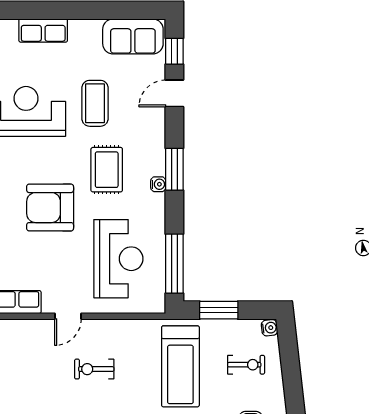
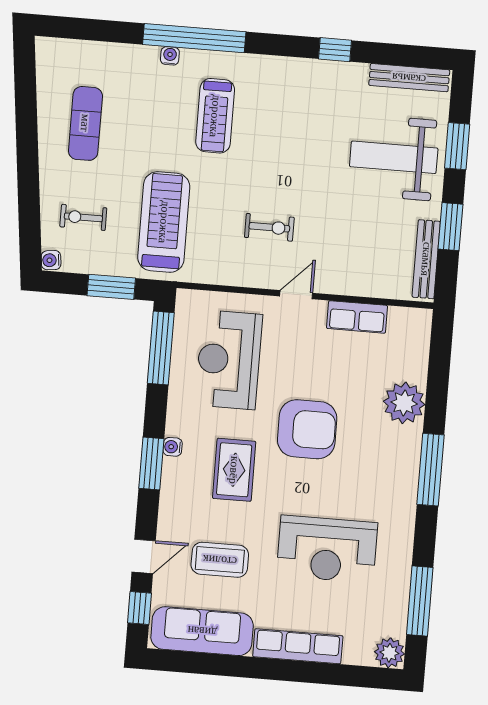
row of seats: (43, 31) -> (298, 646), width x1.48
sofa: (133, 36) -> (202, 631), width x1.36
coffee table: (95, 103) -> (220, 560), moved, turned 90

